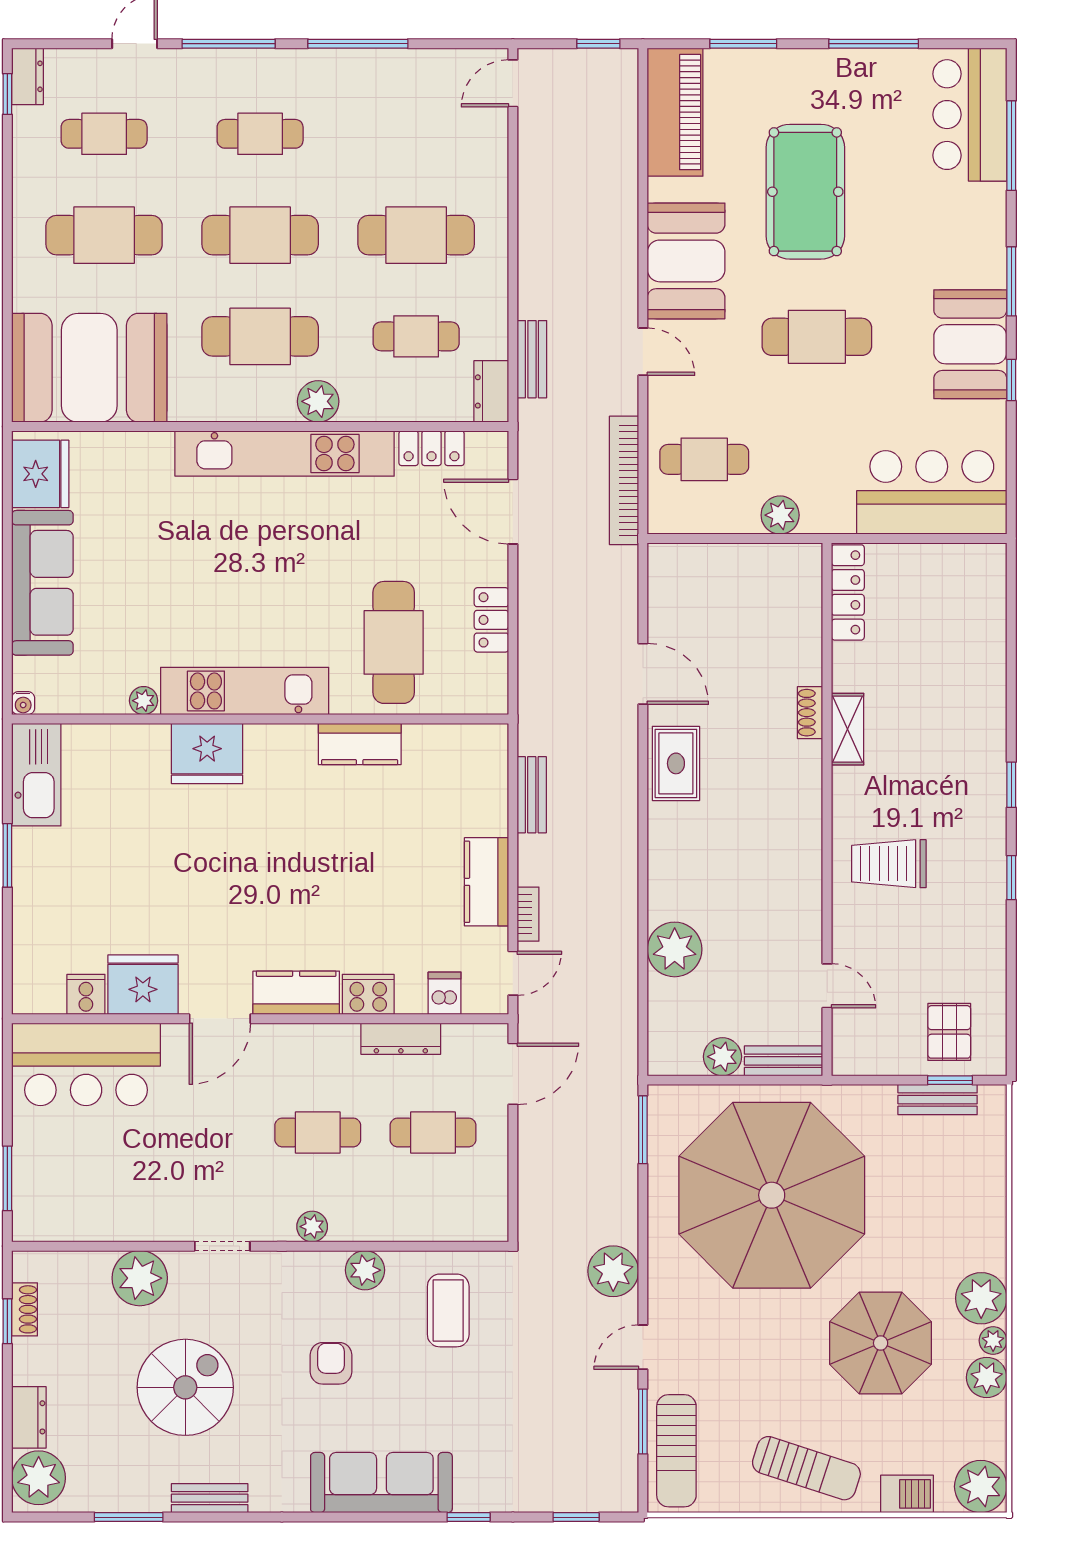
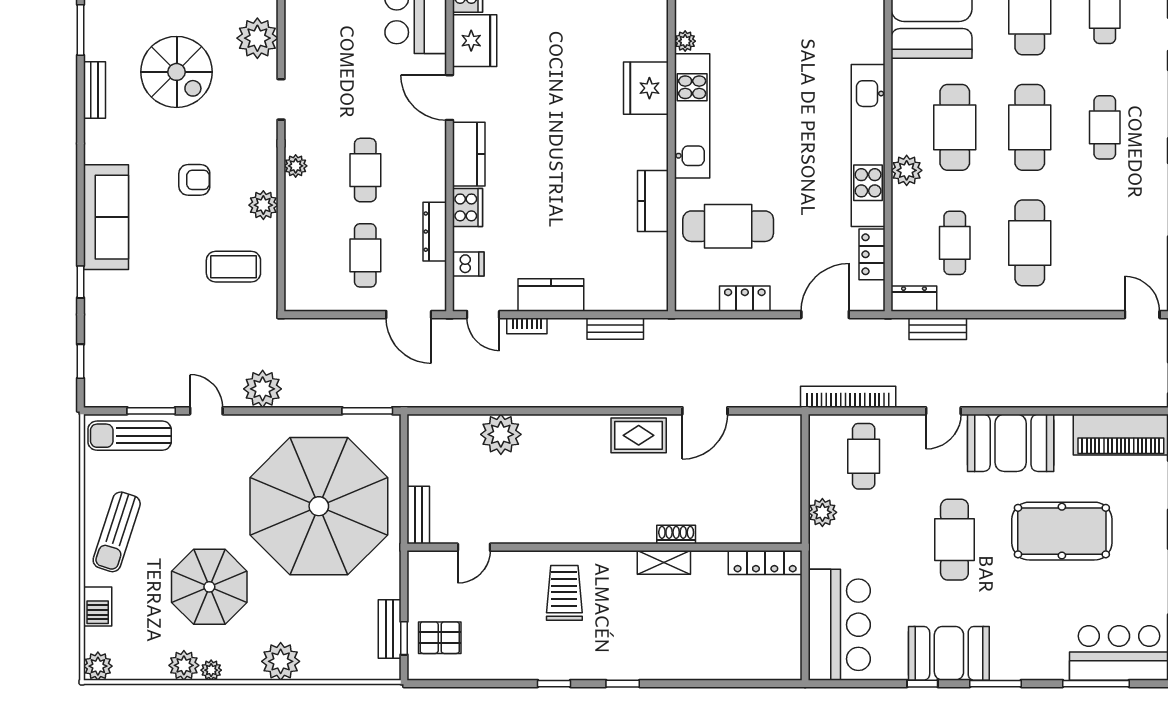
plant: (723, 1057) -> (421, 470), removed
plant: (981, 1298) -> (281, 661), moved
plant: (981, 1487) -> (98, 666), width x0.73, depth x0.73

